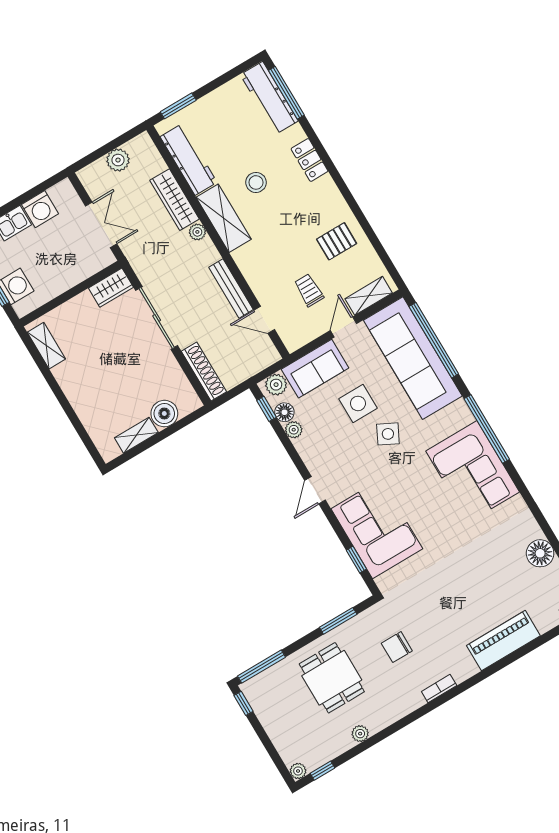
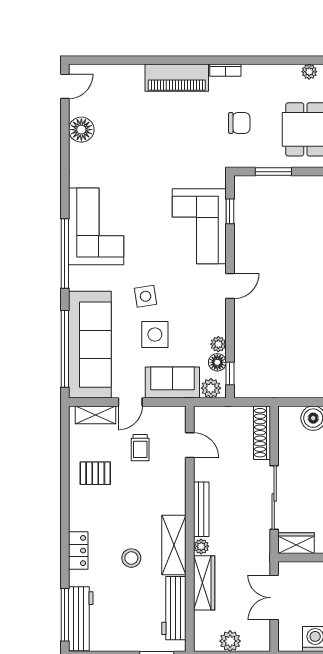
bench: (231, 288) -> (201, 509), moved
side table: (388, 434) -> (146, 296), turned -36
piano: (503, 641) -> (177, 78), moved

